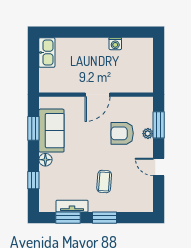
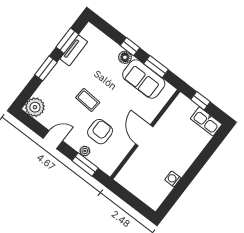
window: (33, 70) -> (200, 101), added
window: (33, 180) -> (130, 47), moved
coffee table: (104, 181) -> (88, 100), moved
plant: (143, 202) -> (35, 107), added

